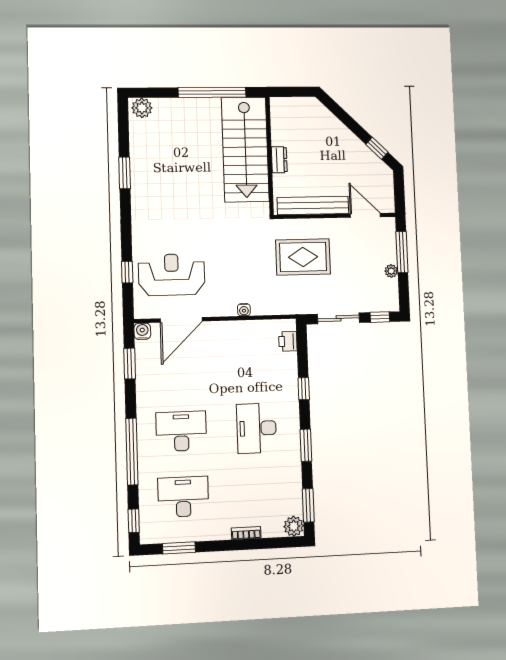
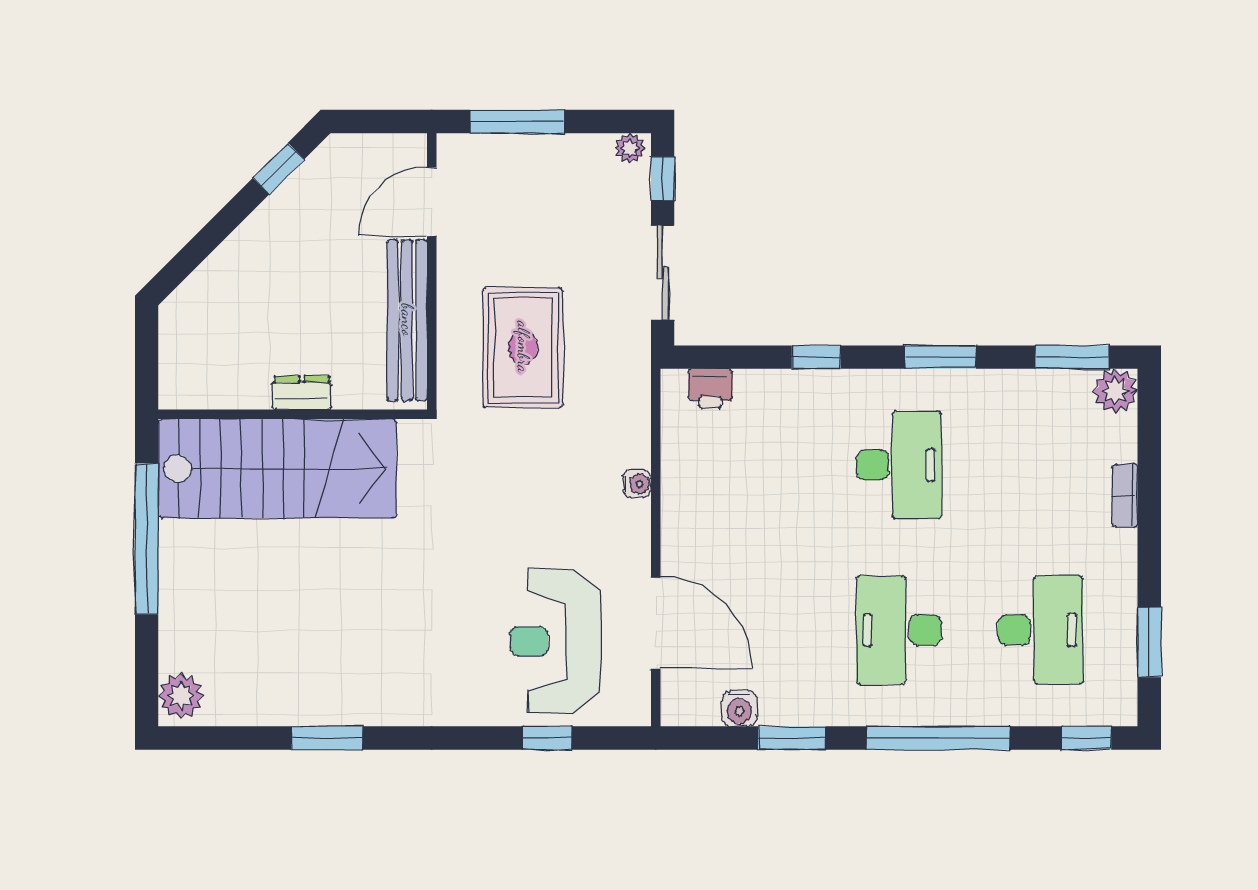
plant: (391, 271) -> (630, 148), moved
water cooler: (142, 331) -> (739, 708), moved, turned -90
window: (130, 364) -> (792, 738), moved
desk: (257, 428) -> (899, 465), turned -90
desk: (183, 497) -> (1040, 630), turned 180

